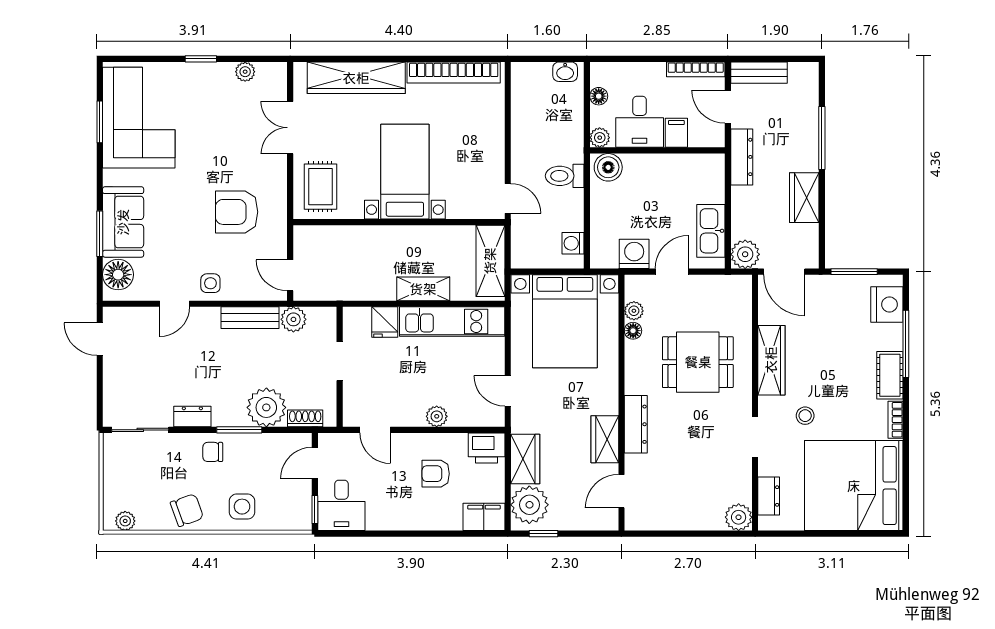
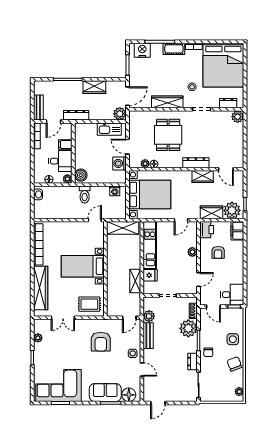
shelving: (423, 289) -> (135, 281), moved

